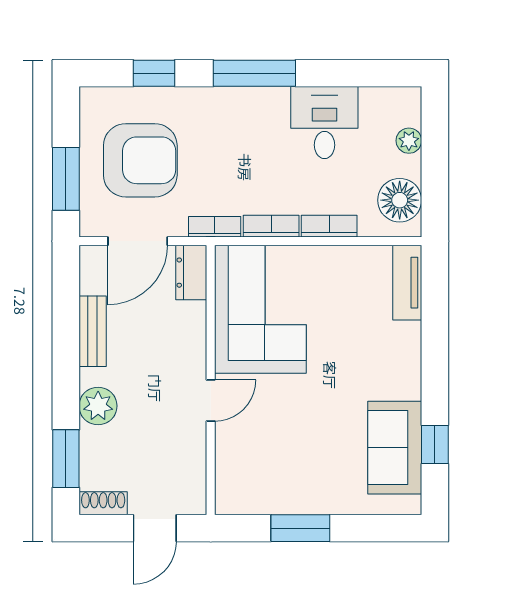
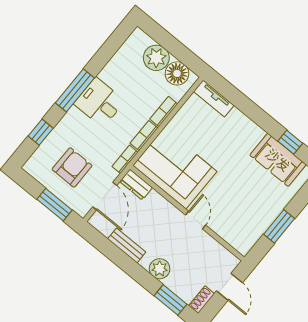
desk: (324, 123) -> (99, 102), moved
plant: (409, 141) -> (156, 58), width x1.88, depth x1.88
armchair: (140, 160) -> (72, 167), width x0.73, depth x0.73

